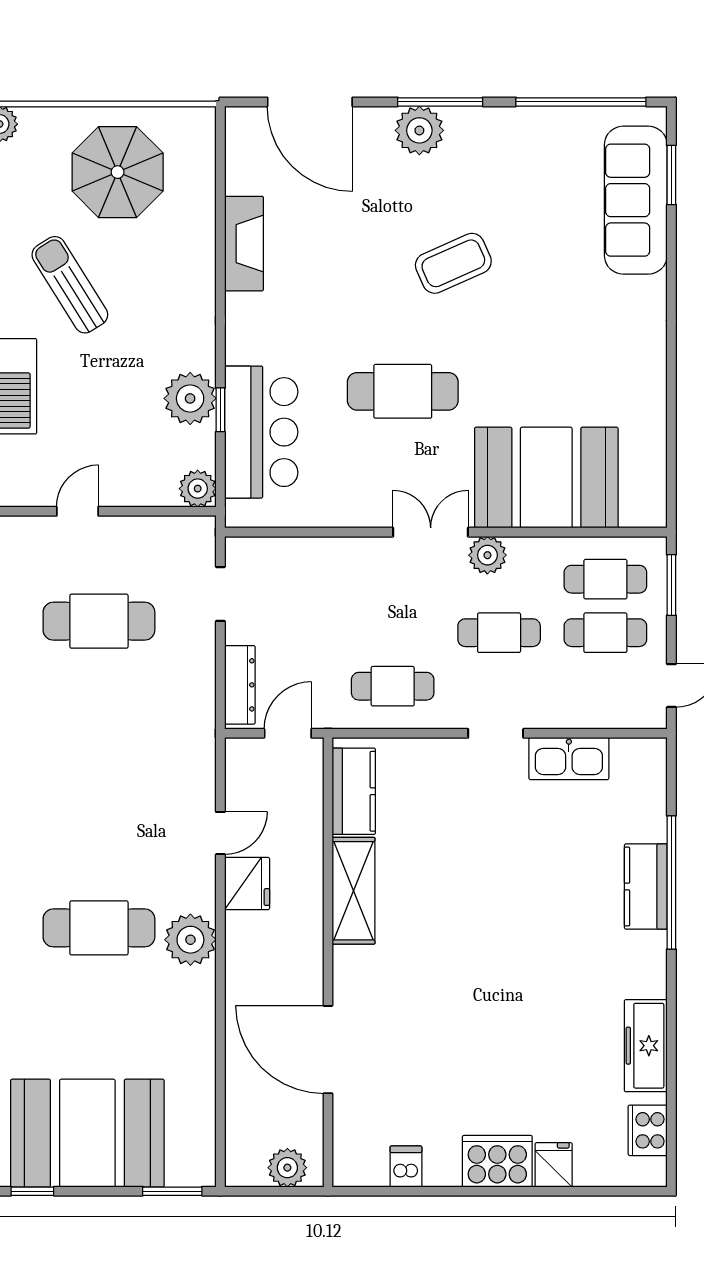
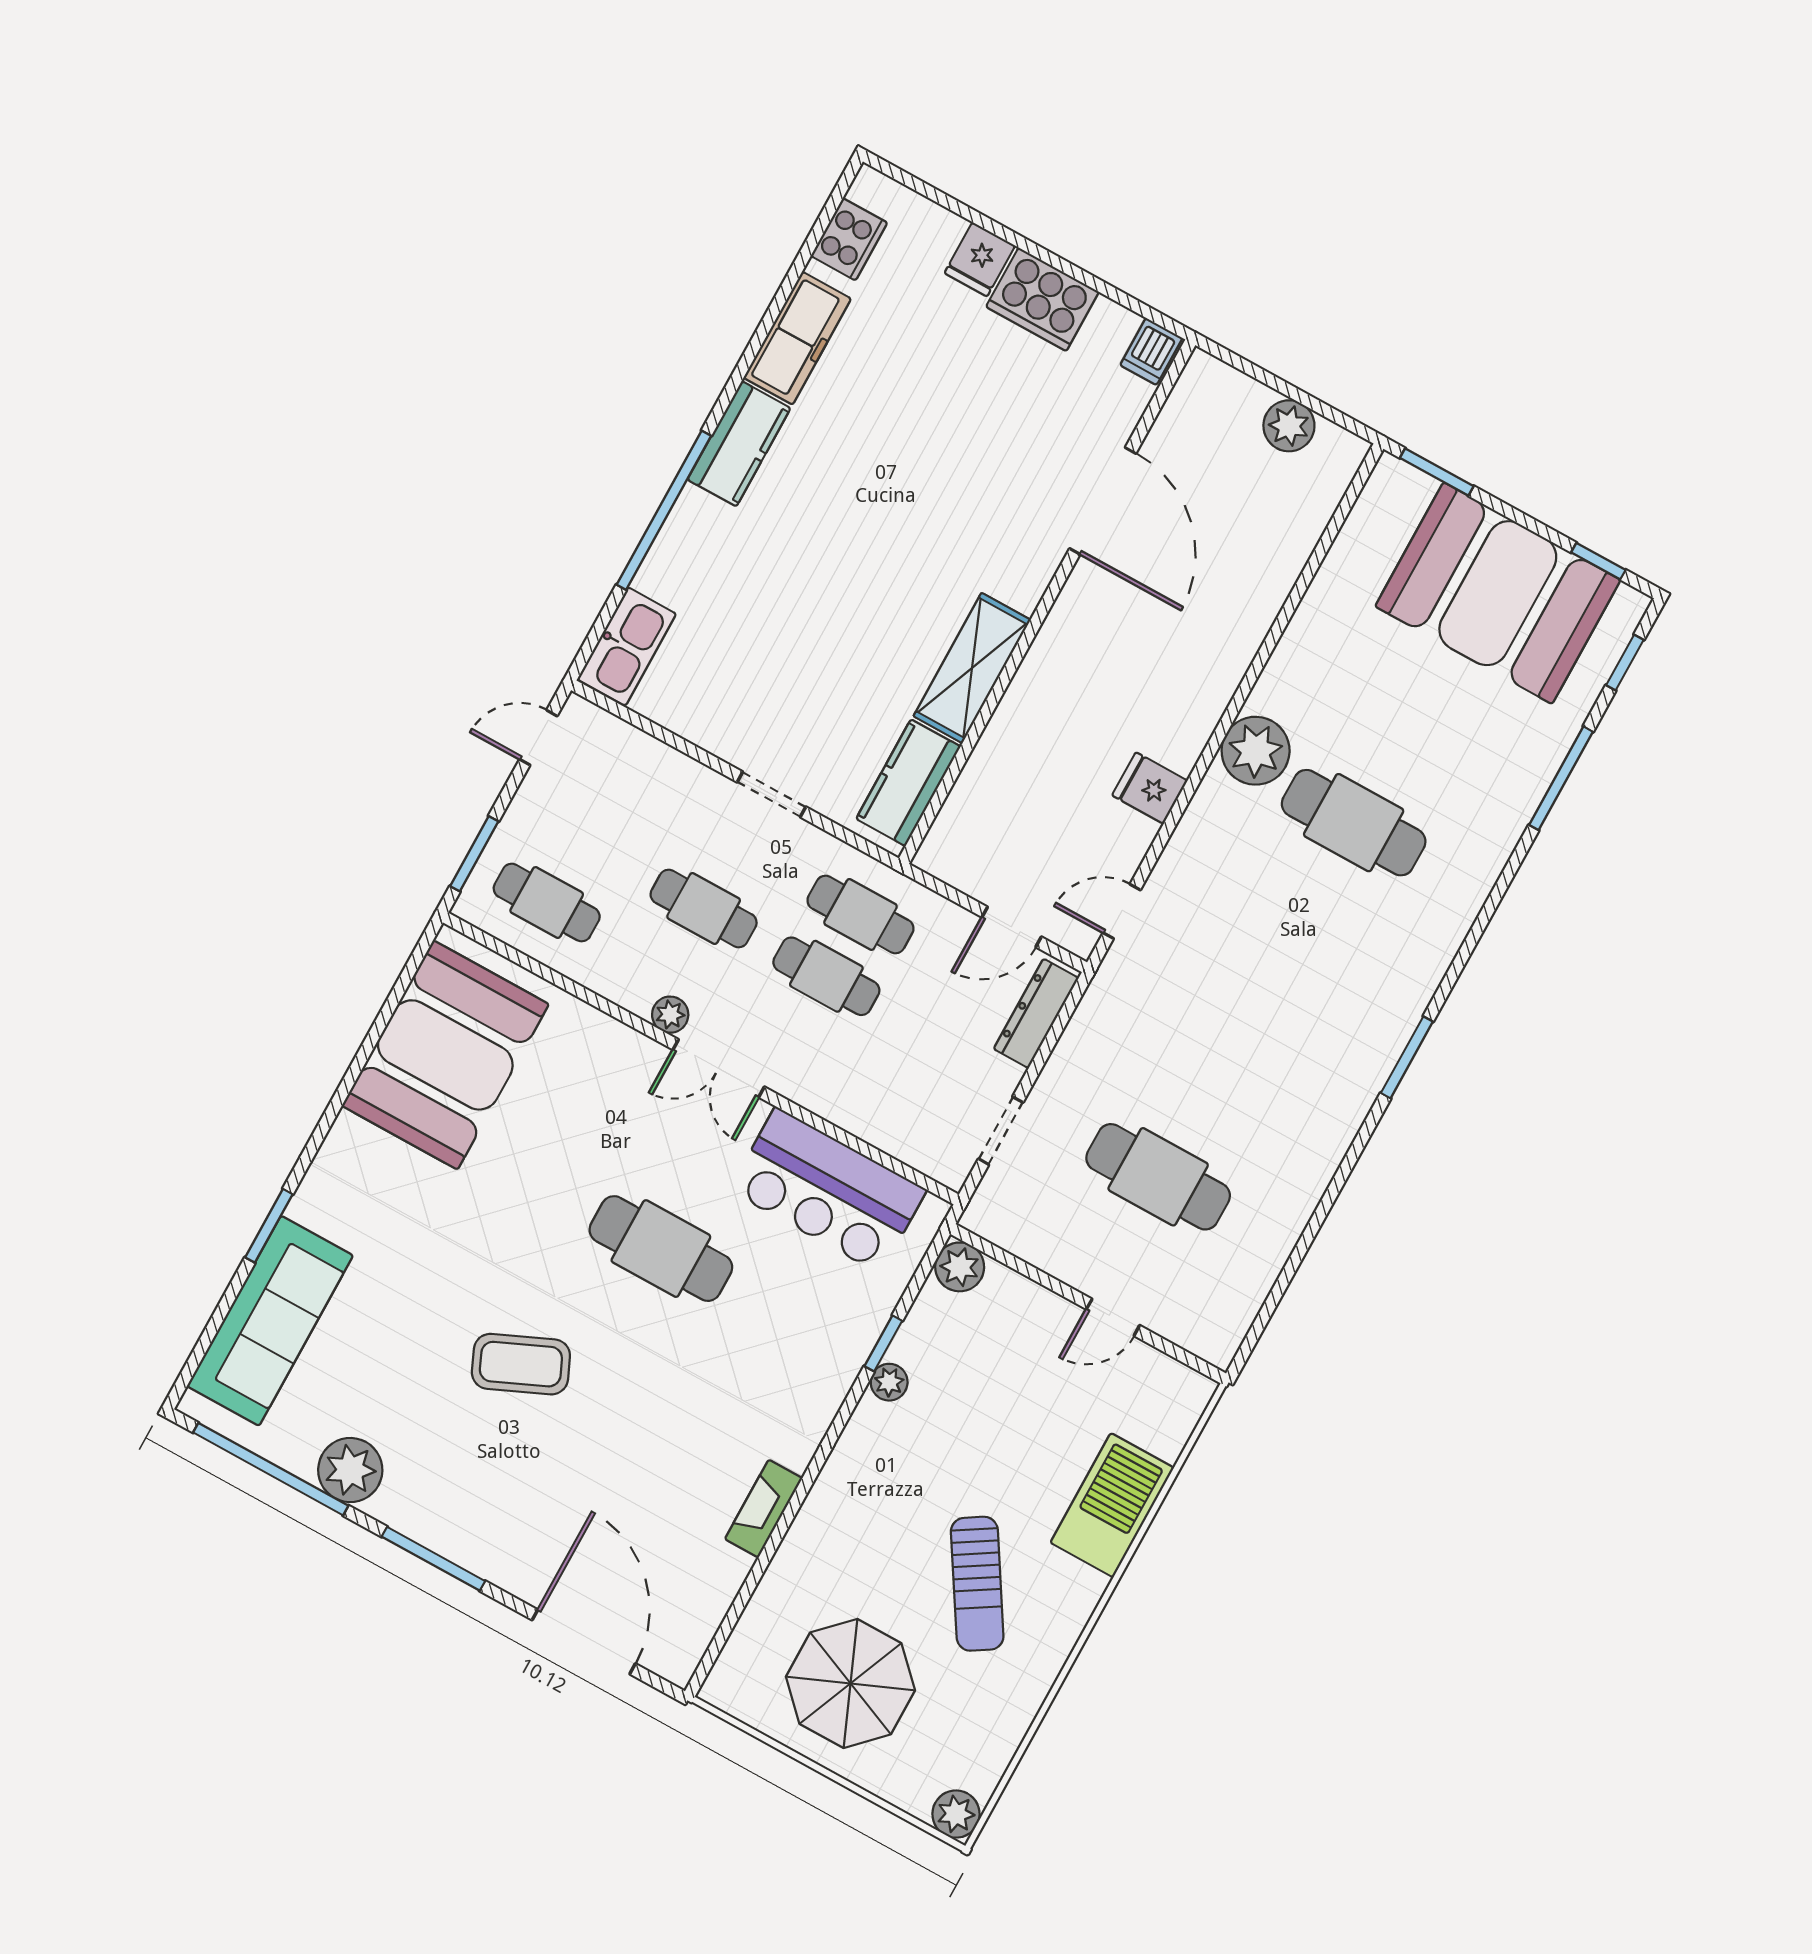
plant: (419, 130) -> (350, 1470), moved
window: (671, 175) -> (269, 1226), moved
fireplace: (244, 244) -> (764, 1509), width x0.73, depth x0.76
plant: (190, 398) -> (889, 1382), width x0.53, depth x0.53
bar counter: (261, 432) -> (828, 1190), moved, turned -90
booth: (546, 478) -> (445, 1055), moved, turned 90
plant: (487, 555) -> (670, 1015), width x0.73, depth x0.73
cafe table: (605, 633) -> (826, 976), moved
kitchen sink: (569, 759) -> (627, 646), moved, turned 90
kitchen counter: (354, 791) -> (908, 783), moved
door: (220, 833) -> (1122, 911), moved
fridge: (247, 883) -> (1150, 788), width x0.72
kitchen counter: (646, 886) -> (739, 444), moved
shelving: (353, 891) -> (972, 668), moved
wall: (328, 962) -> (1047, 602), moved
door: (328, 1050) -> (1103, 501), moved

